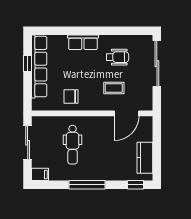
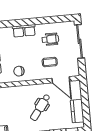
door: (127, 113) -> (61, 80), hinge flipped
dental chair: (73, 145) -> (40, 107), moved, turned 37

